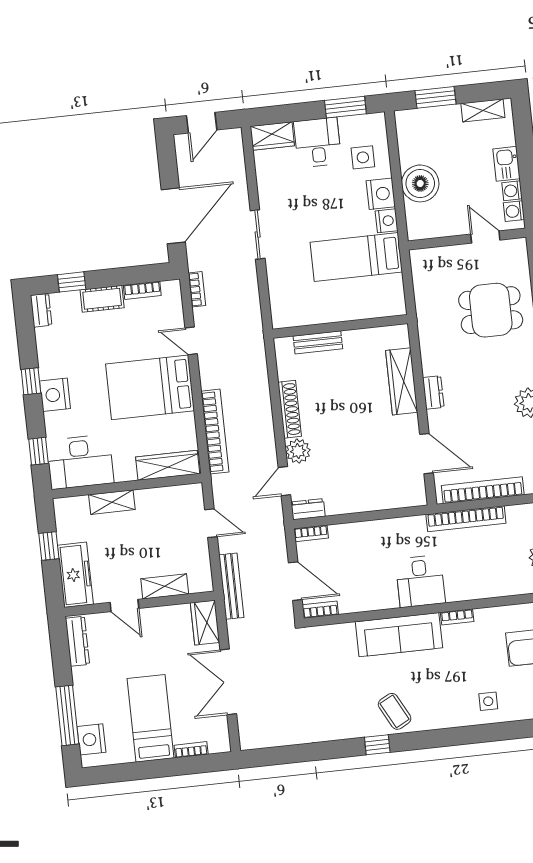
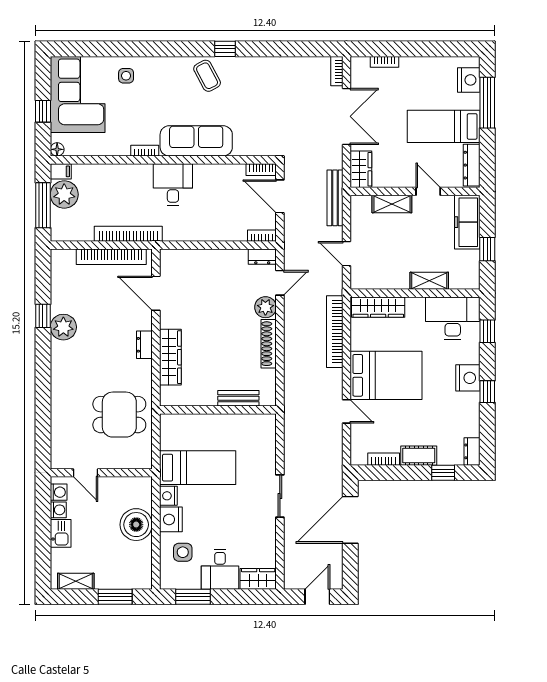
bookcase: (197, 289) -> (337, 71), moved
dining table: (491, 310) -> (119, 415), moved
bed: (150, 718) -> (444, 126), moved, turned 90

